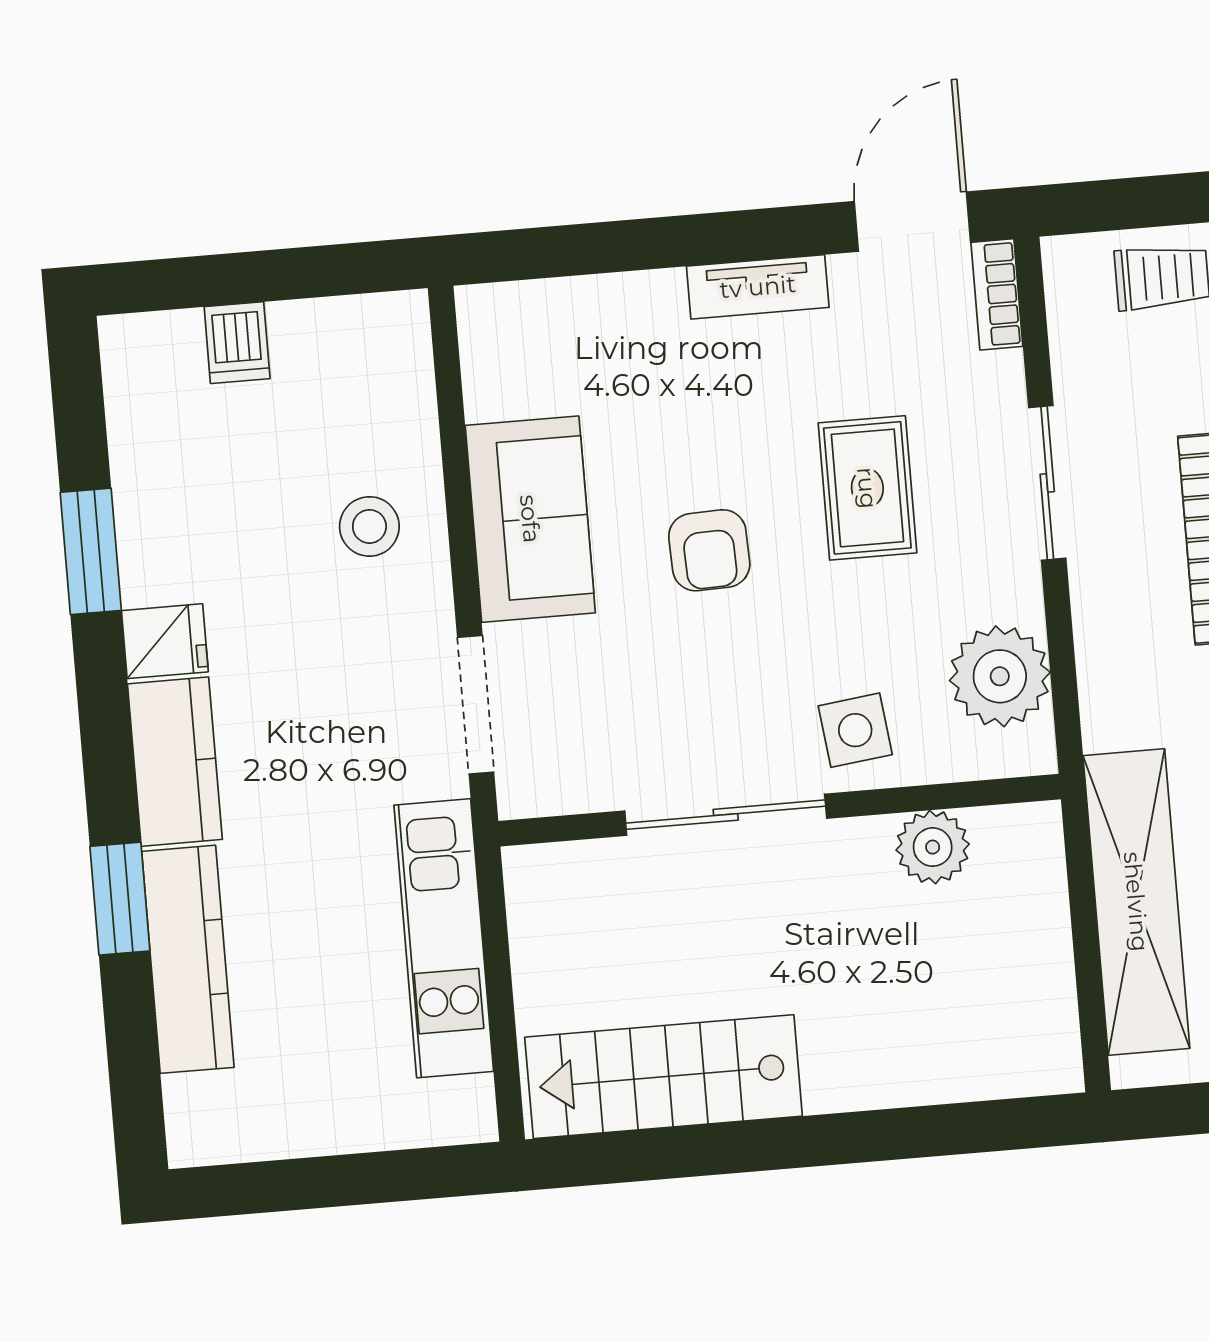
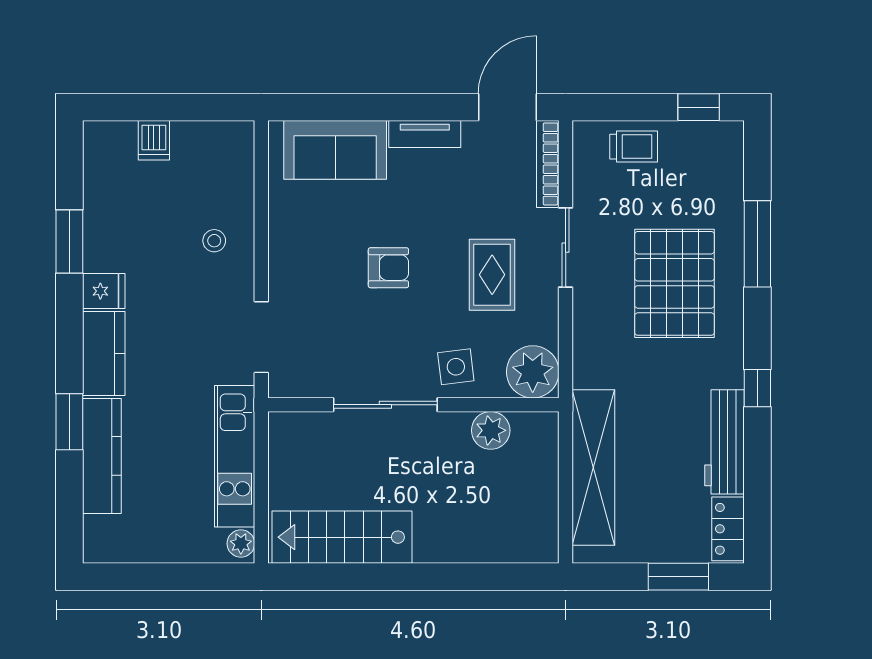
bookcase: (997, 294) -> (548, 164), width x1.56
rug: (867, 488) -> (492, 275), moved
sofa: (530, 519) -> (335, 150), moved, turned 90
stool: (369, 526) -> (214, 241), width x0.73, depth x0.73
armchair: (709, 550) -> (388, 268), turned -88
plant: (1000, 676) -> (533, 372), moved
plant: (470, 1105) -> (241, 543), added

